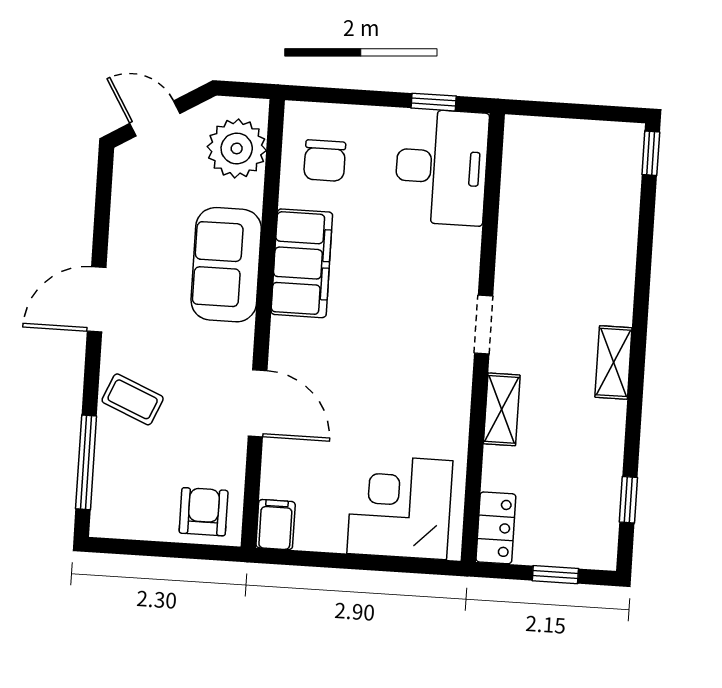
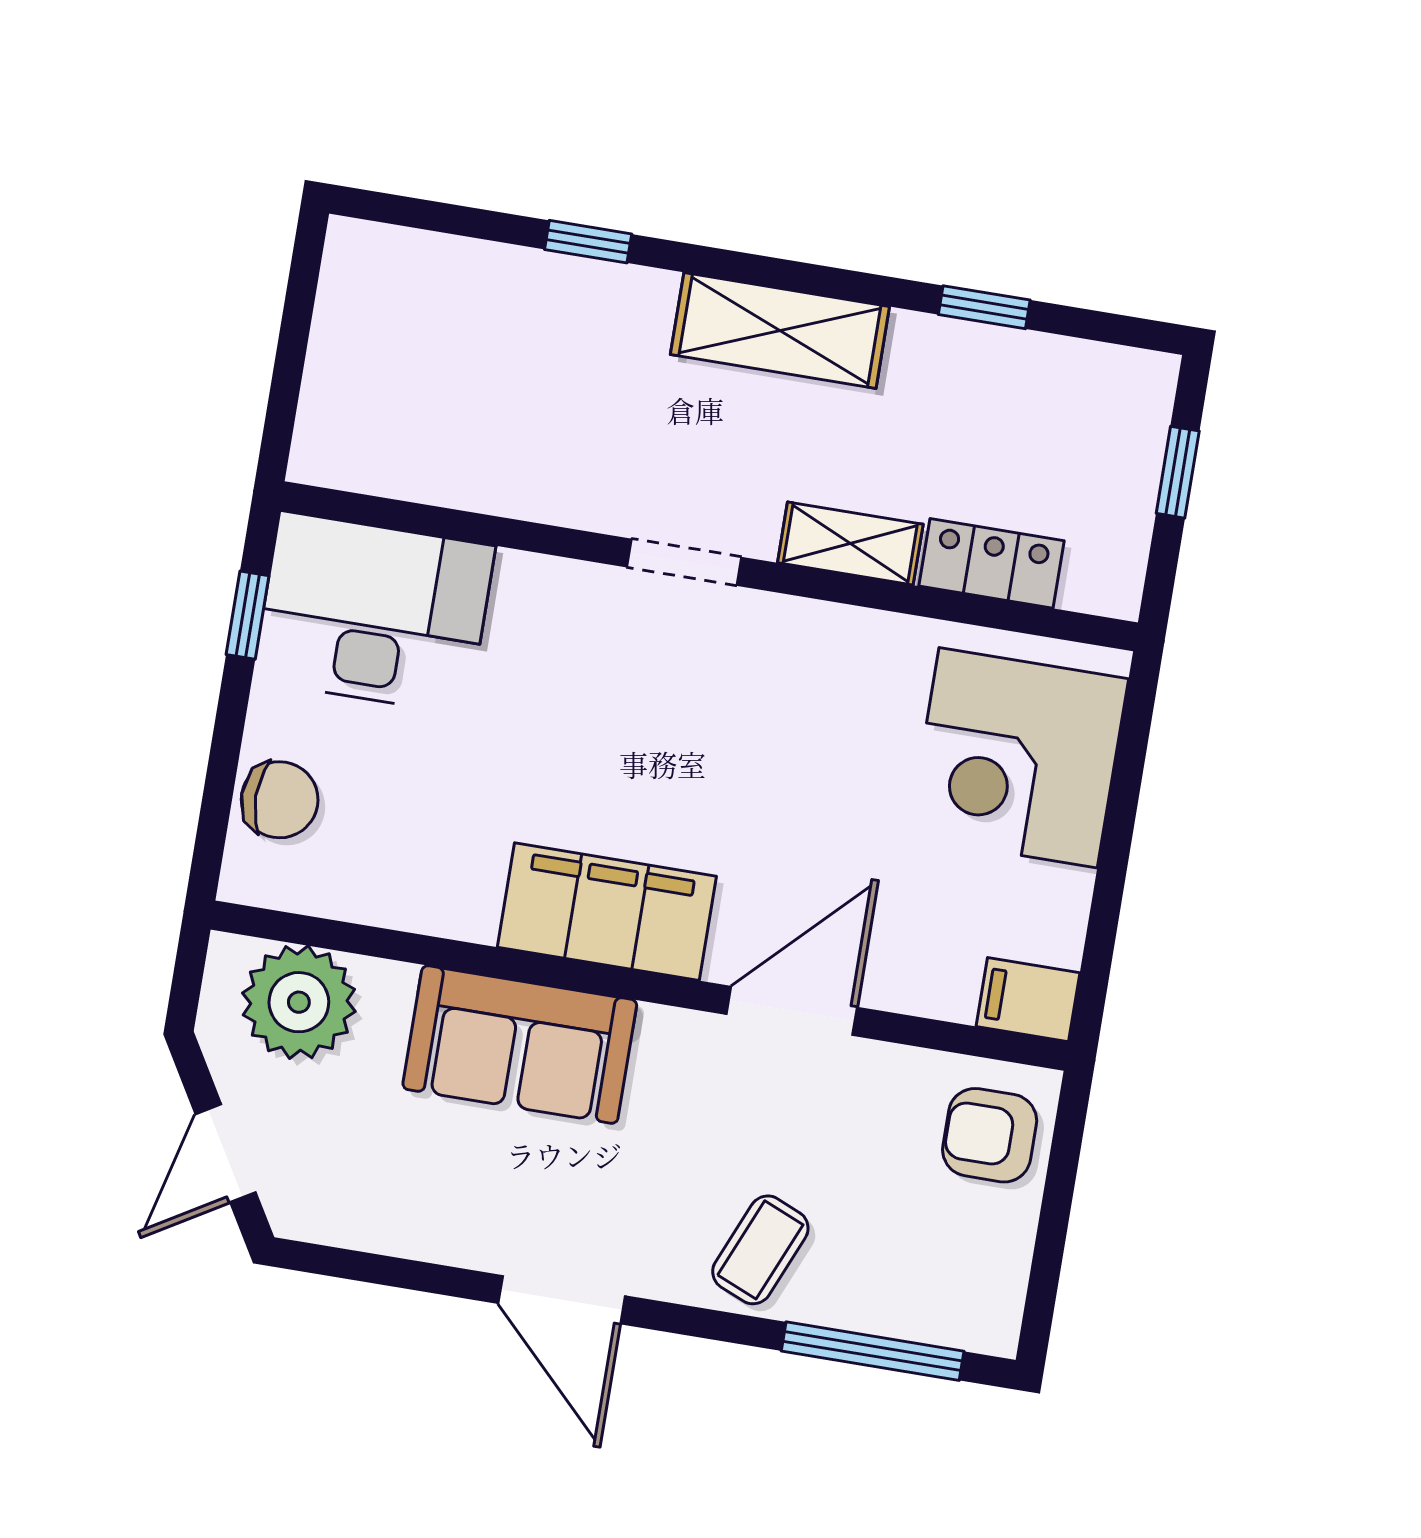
window: (651, 153) -> (588, 242), moved
chair: (325, 161) -> (280, 800), moved
filing cabinet: (302, 263) -> (607, 912), moved
shelving: (613, 362) -> (780, 330), width x1.50, depth x1.33
window: (628, 500) -> (984, 307), moved
locker: (496, 528) -> (991, 563), moved

